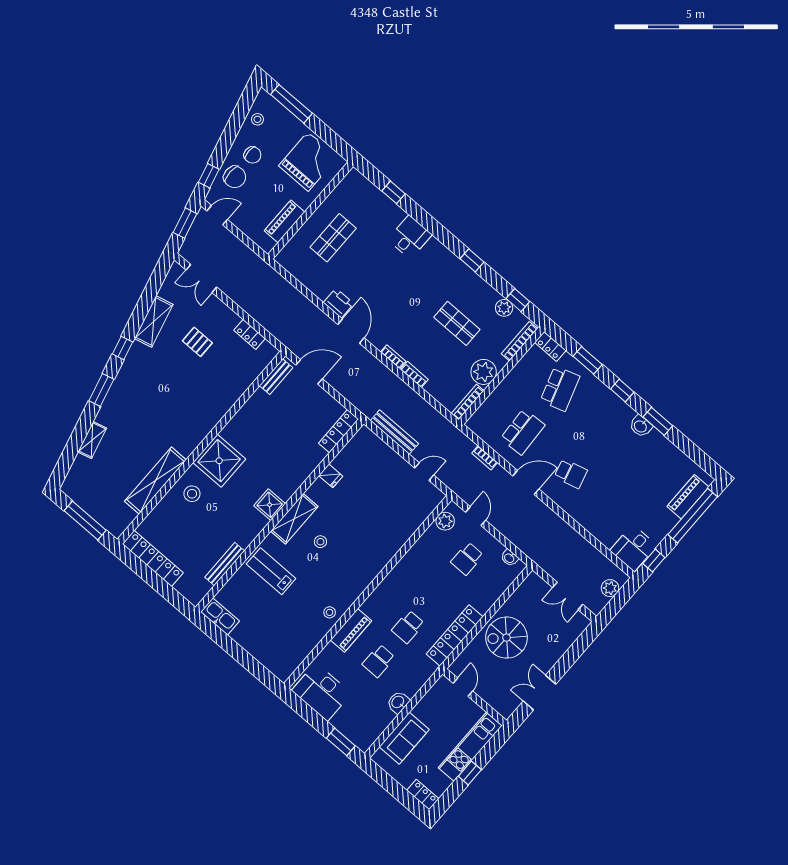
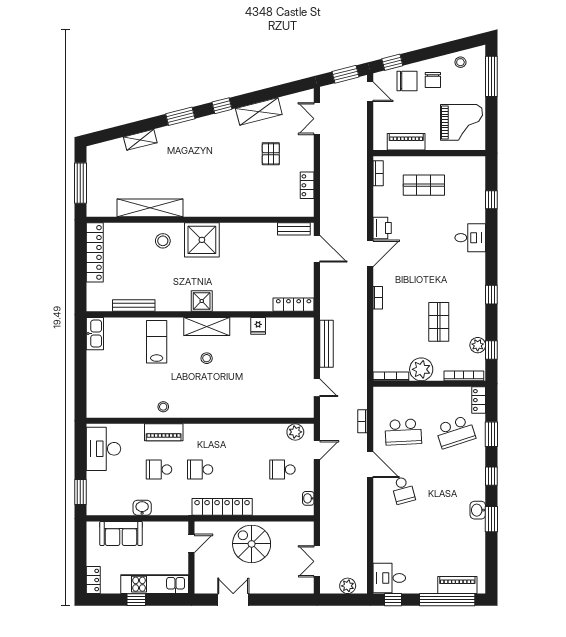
chair: (235, 177) -> (407, 81), turned -90
bookcase: (414, 374) -> (378, 173), moved

